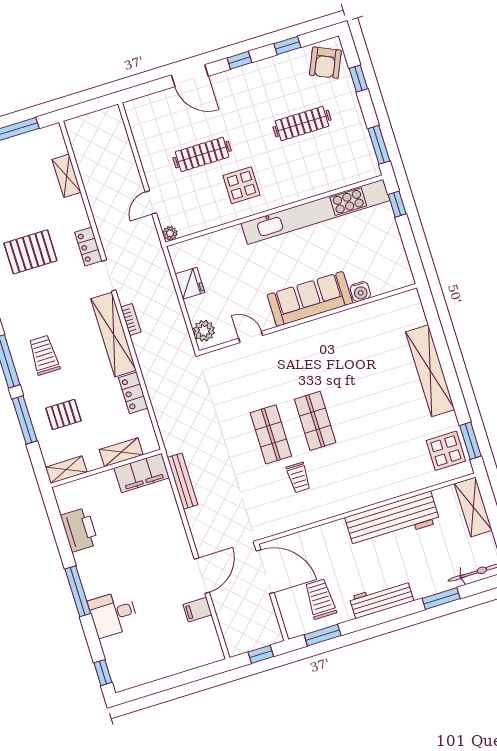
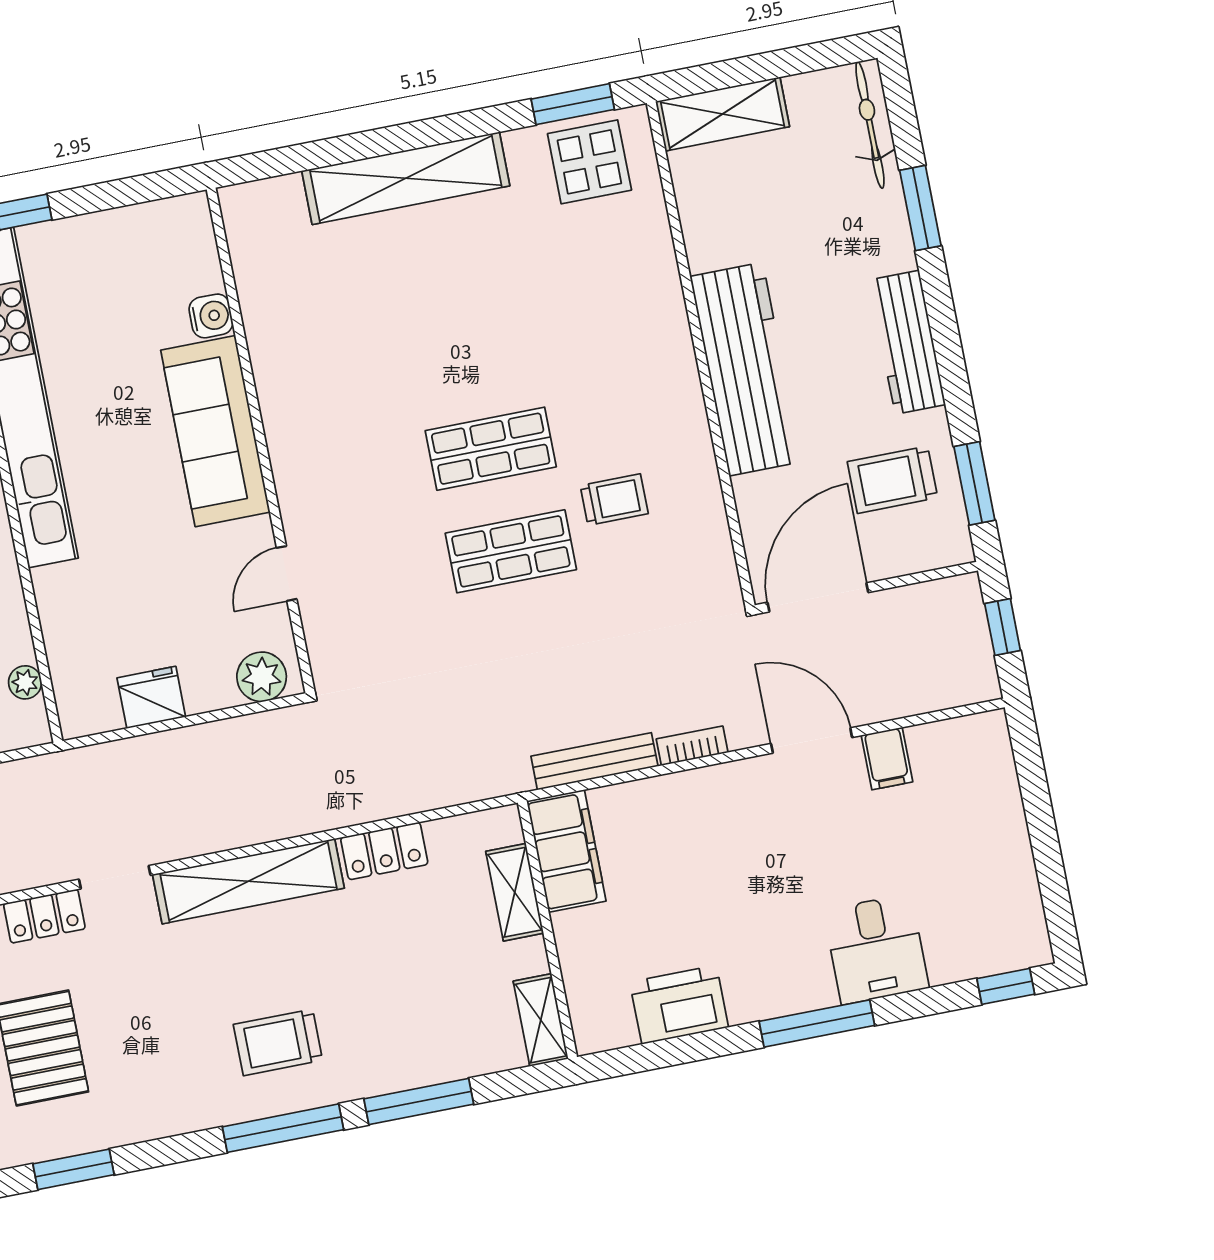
plant: (170, 233) -> (25, 682), moved
bookcase: (131, 319) -> (692, 746), moved
pallet: (64, 414) -> (416, 1013), removed
workbench: (392, 520) -> (746, 369), moved

